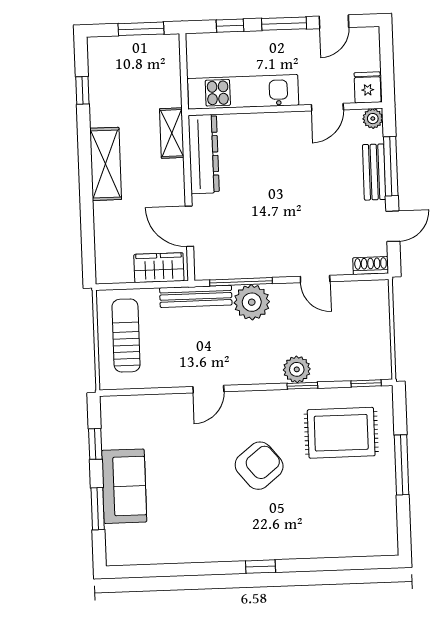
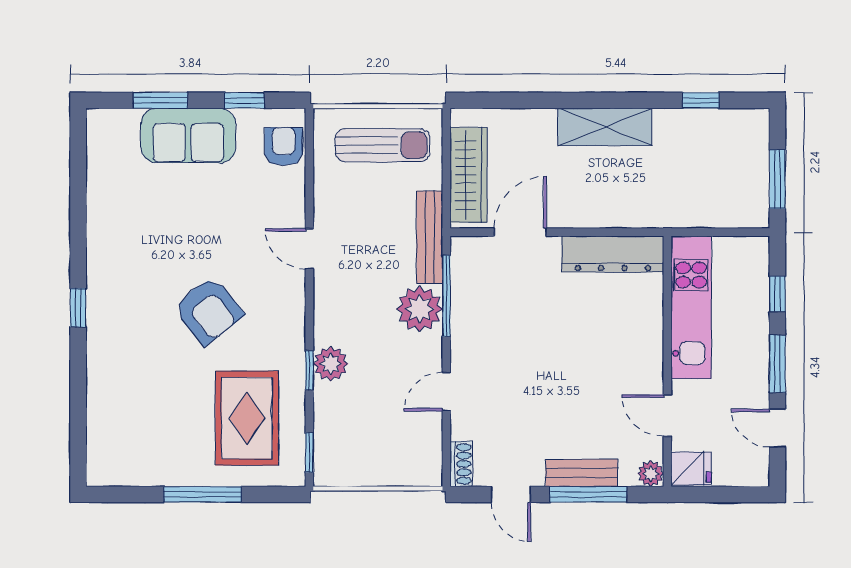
shelving: (172, 133) -> (641, 214), removed
wardrobe: (159, 268) -> (468, 175), width x1.50
armchair: (130, 412) -> (284, 146), added

